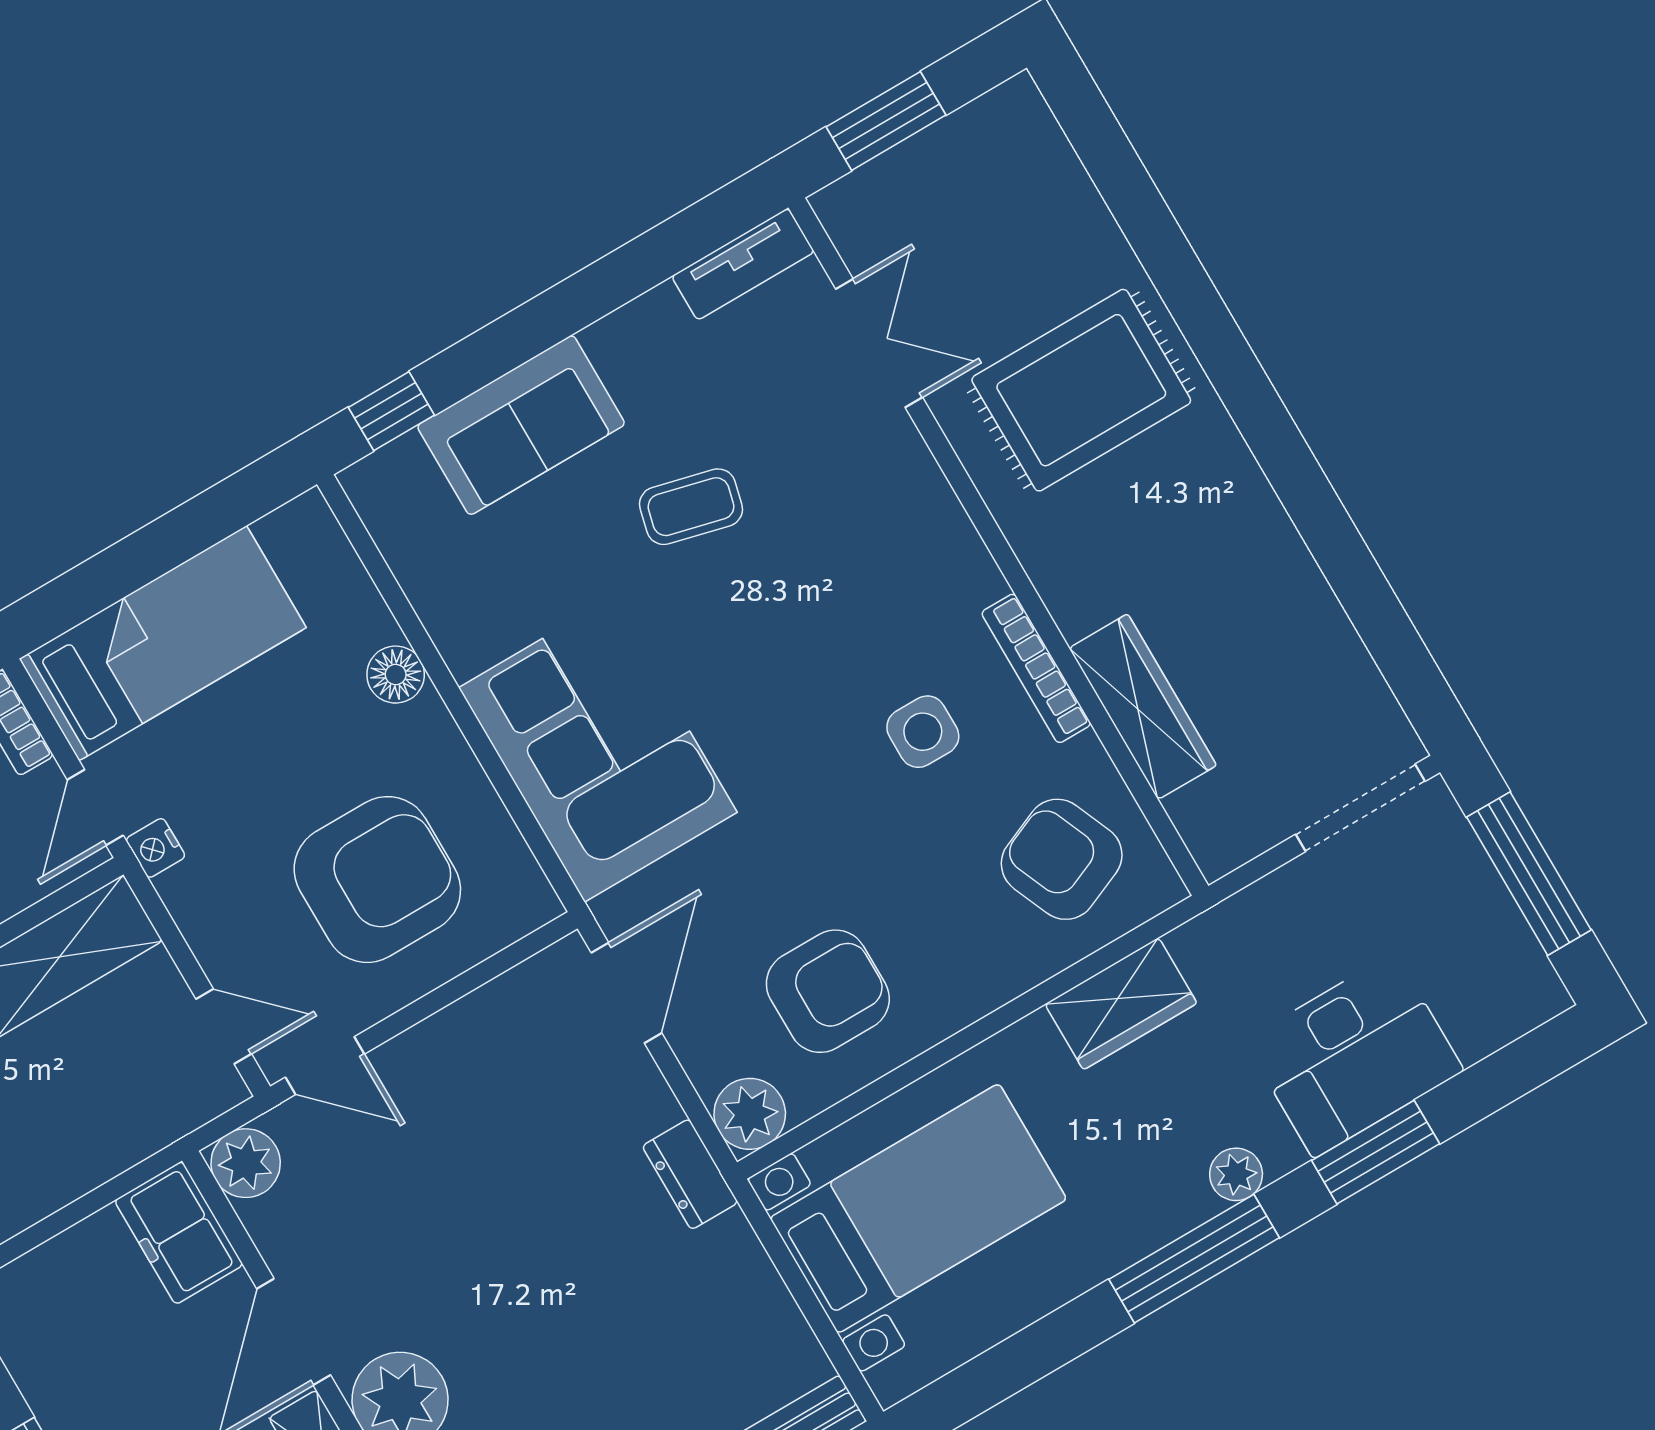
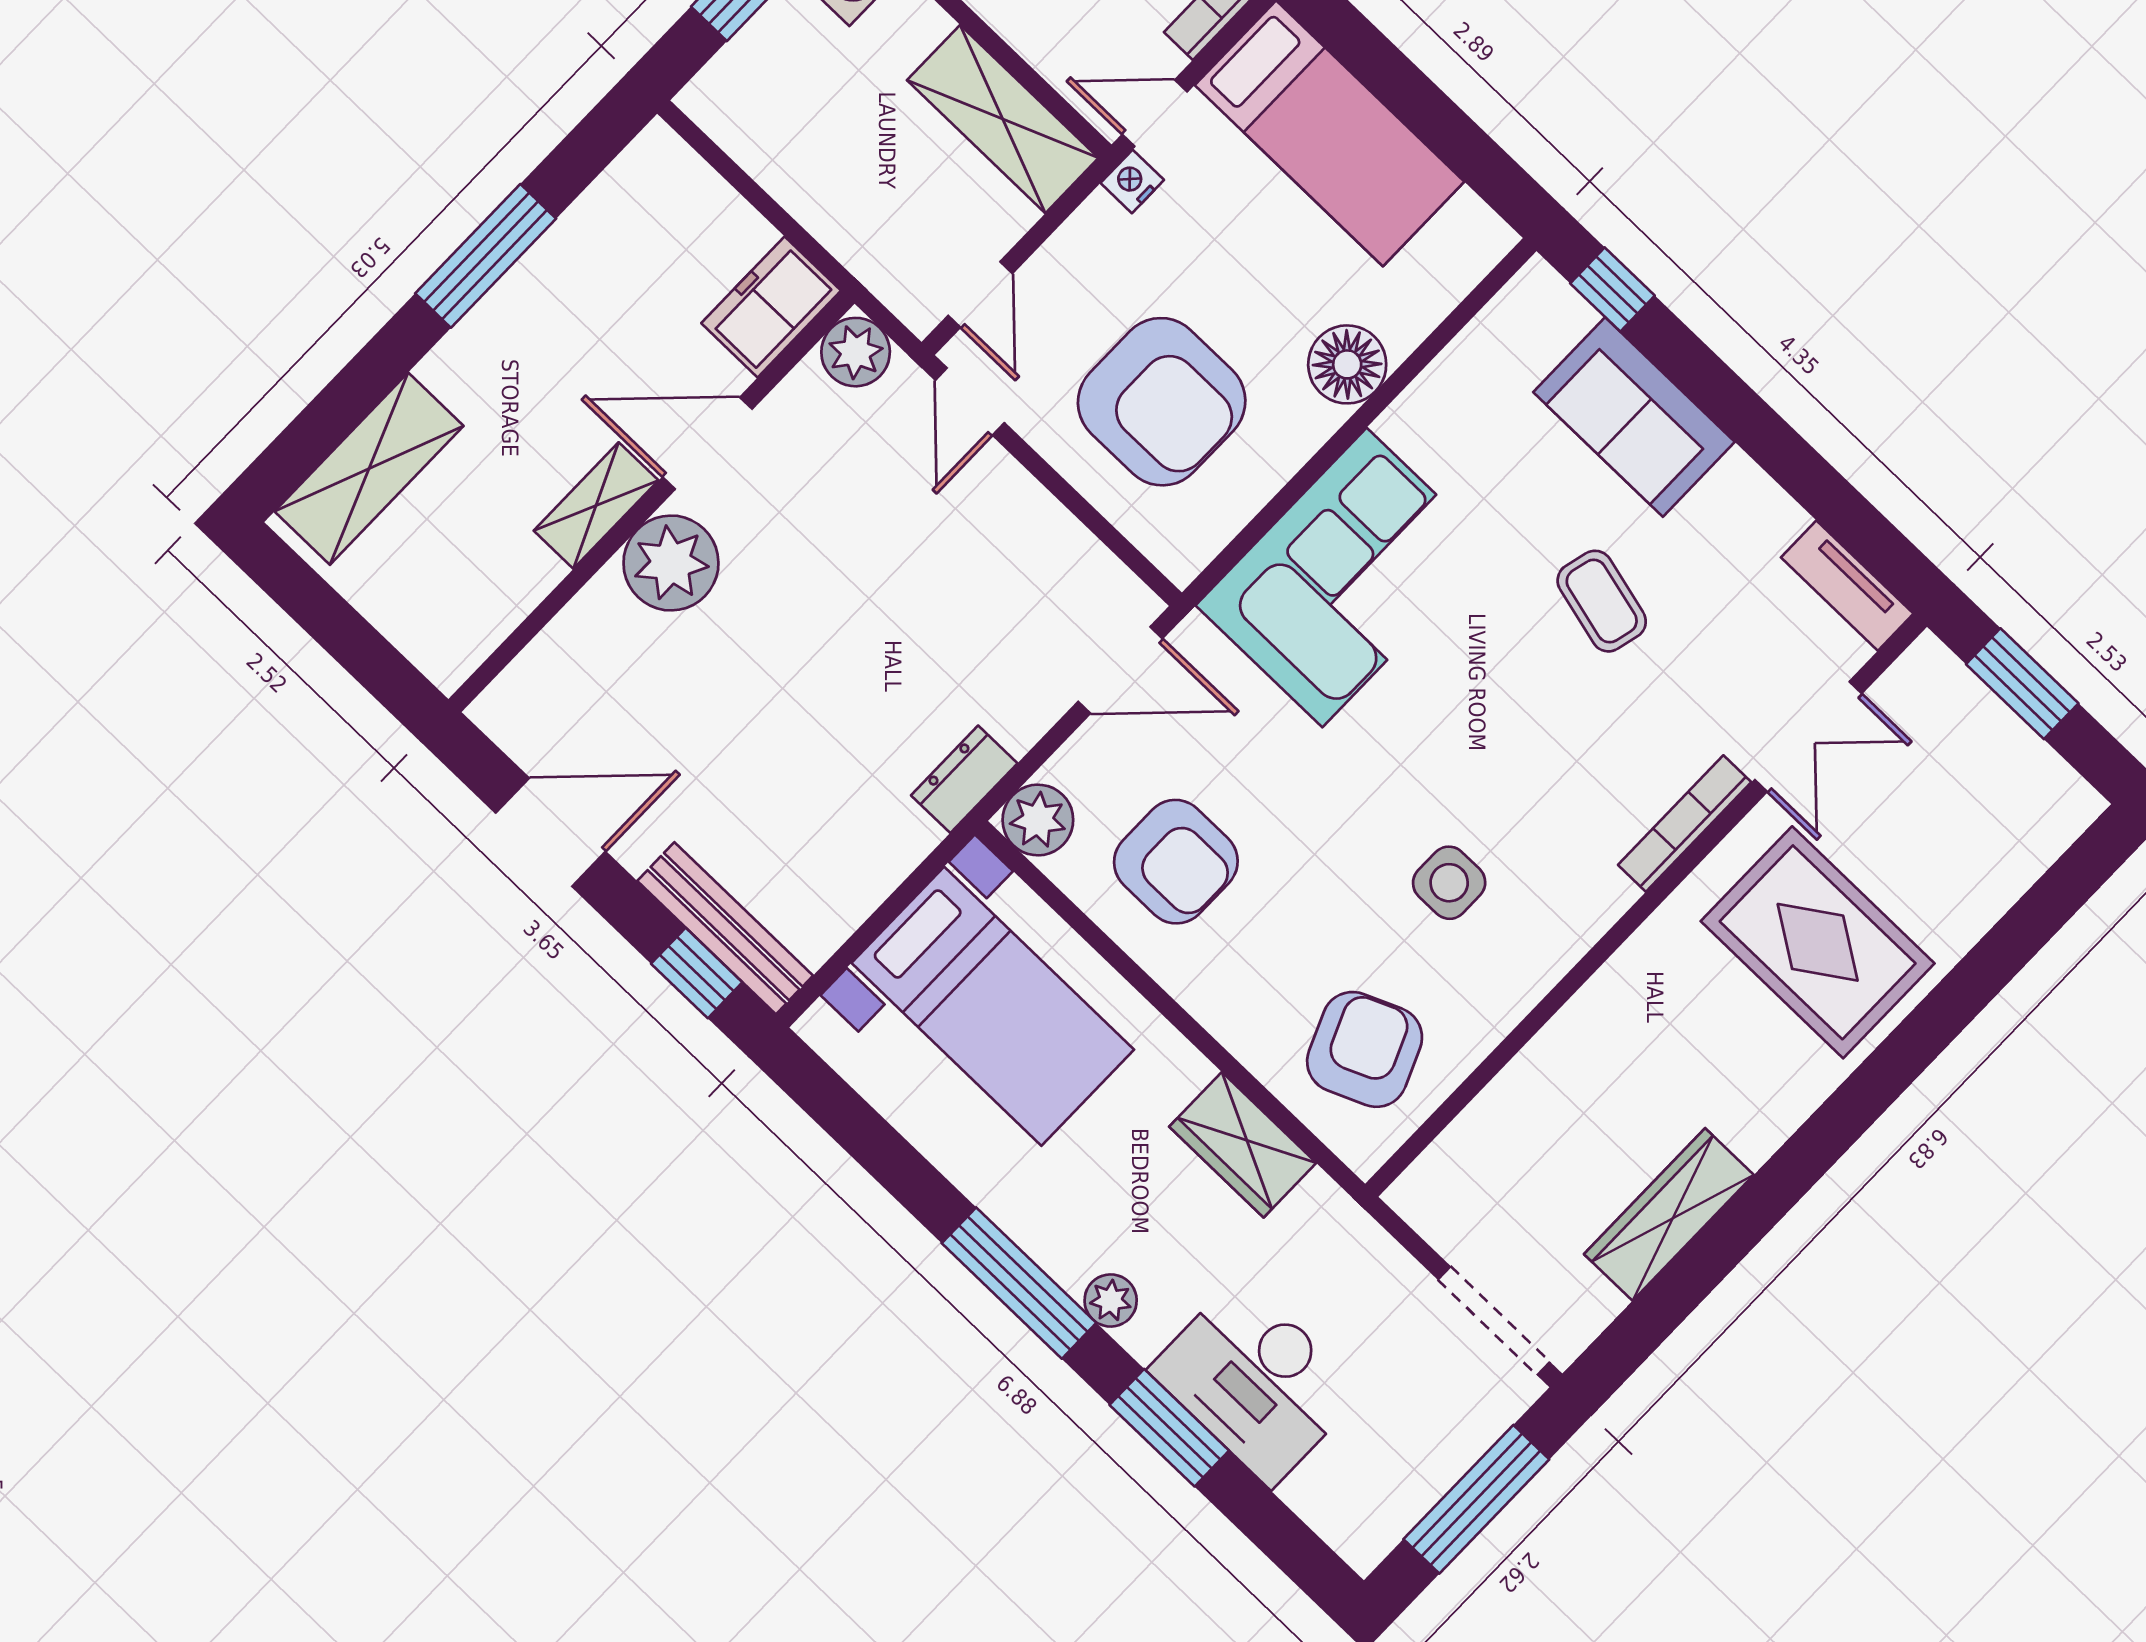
bookcase: (1036, 668) -> (1685, 824), moved
floor lamp: (396, 675) -> (1347, 364), width x1.38, depth x1.38
wardrobe: (1143, 707) -> (1669, 1215), moved, turned 180

